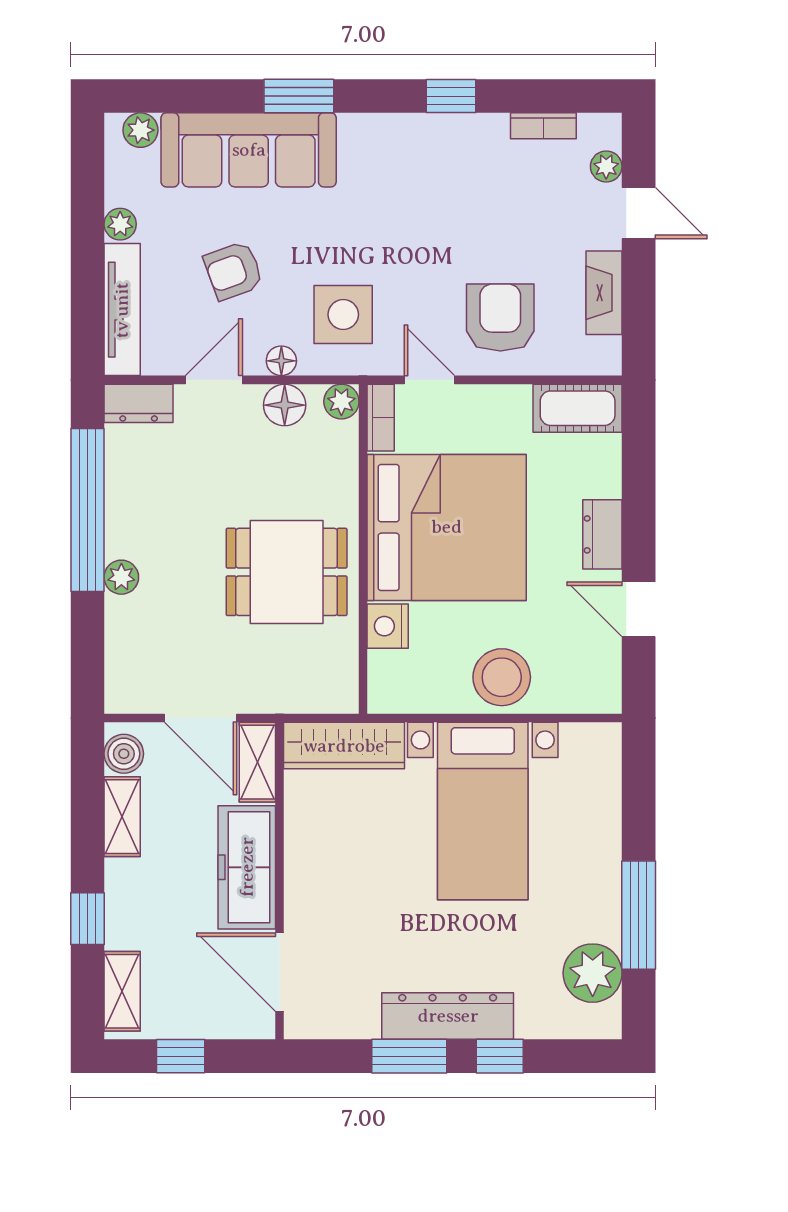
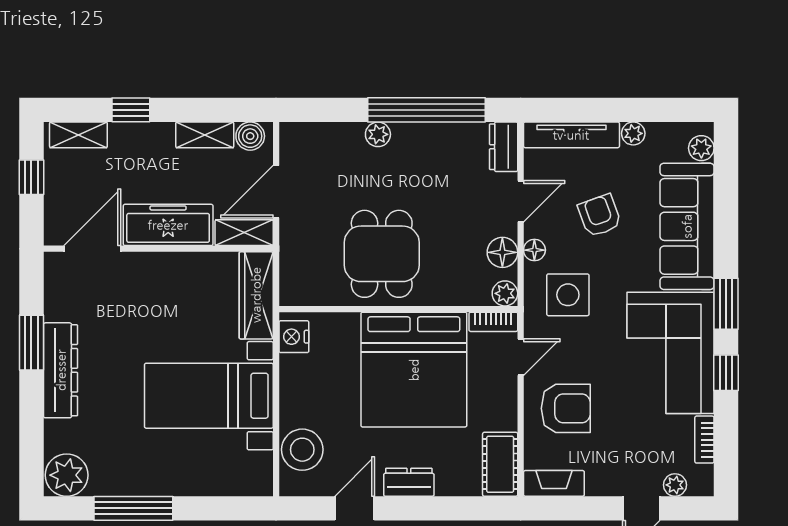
window: (299, 96) -> (726, 304), moved
corner sofa: (423, 173) -> (671, 353), added
fireplace: (604, 293) -> (554, 483), moved
door: (214, 380) -> (521, 201), hinge flipped
nightstand: (388, 626) -> (294, 337), moved, turned -90
stool: (502, 677) -> (302, 450), moved
plant: (593, 973) -> (67, 475), moved
window: (500, 1056) -> (31, 408), removed

